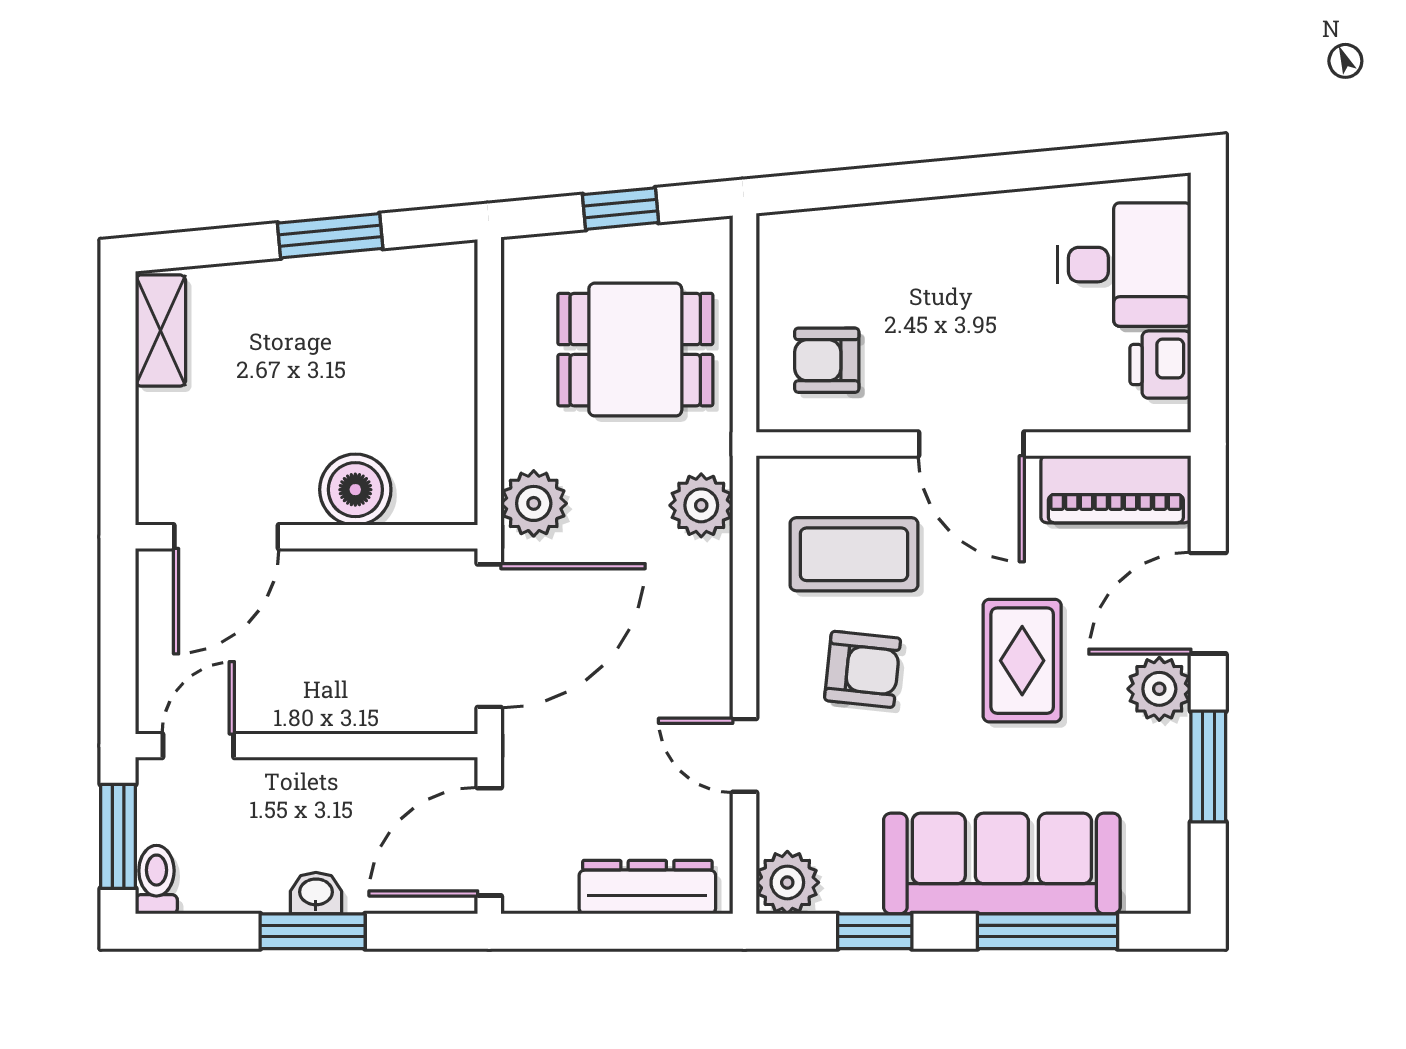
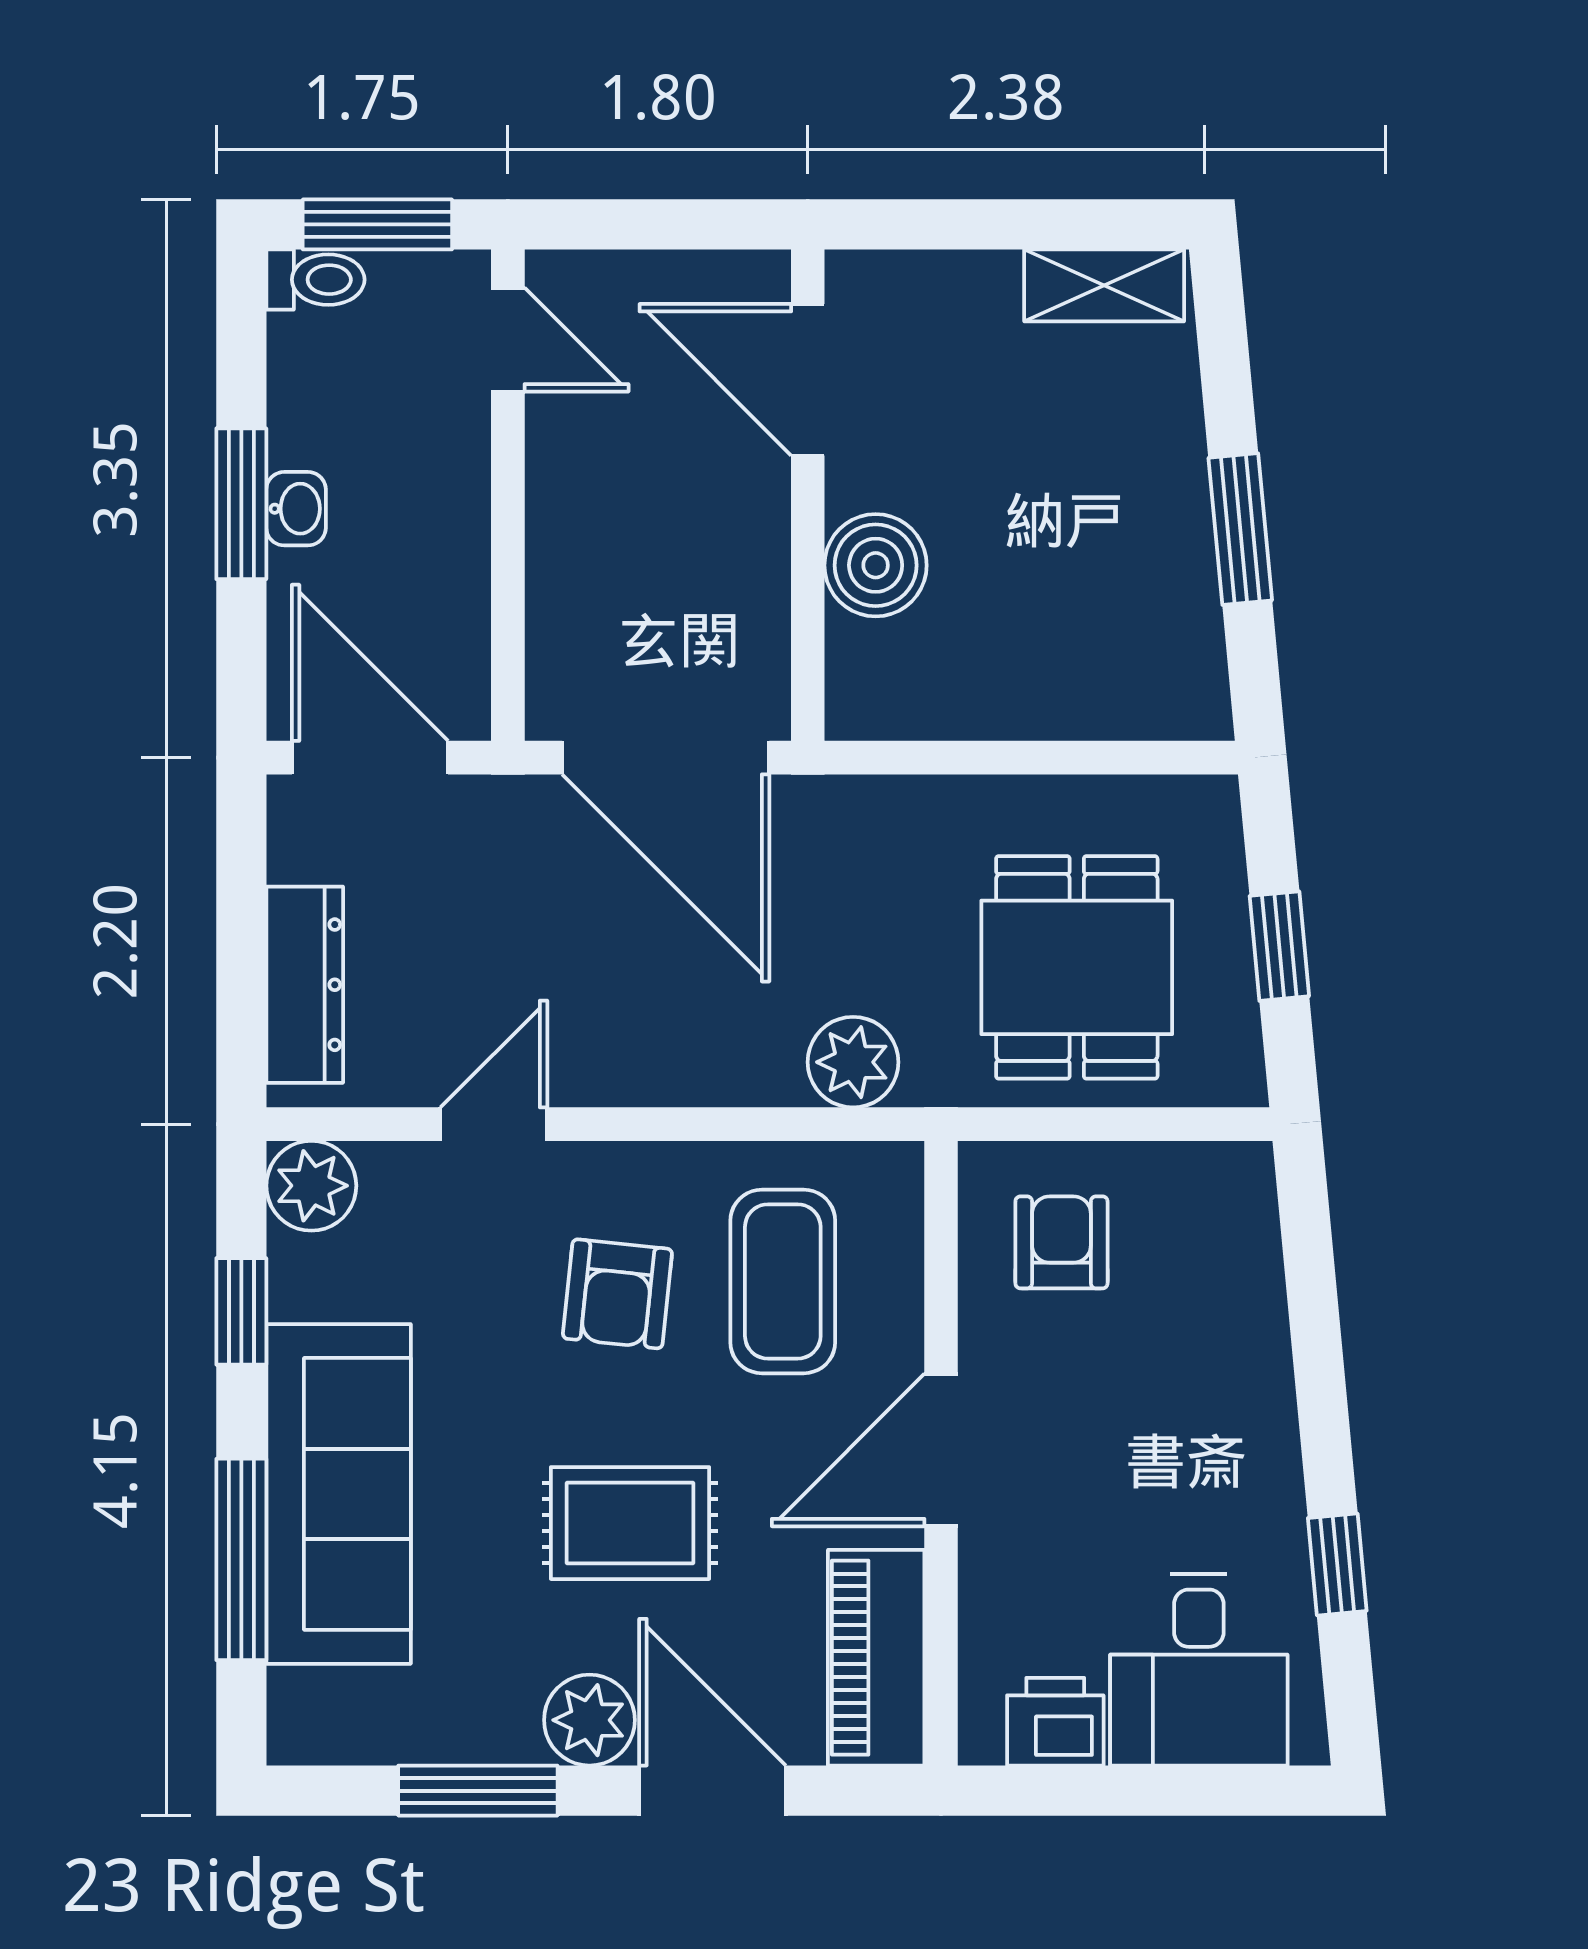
window: (1051, 168) -> (1337, 1564), added
plant: (534, 503) -> (856, 821), removed

